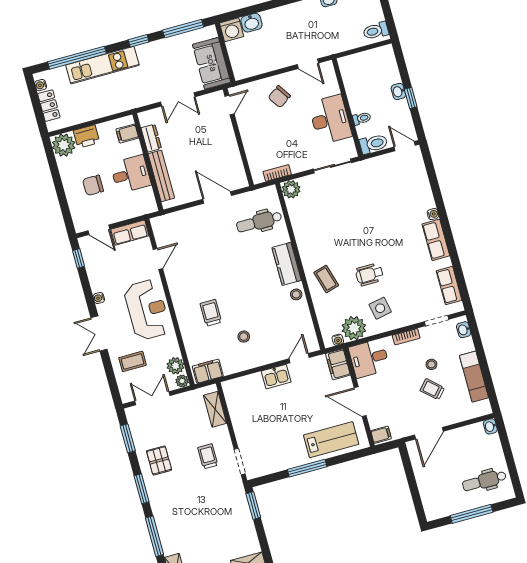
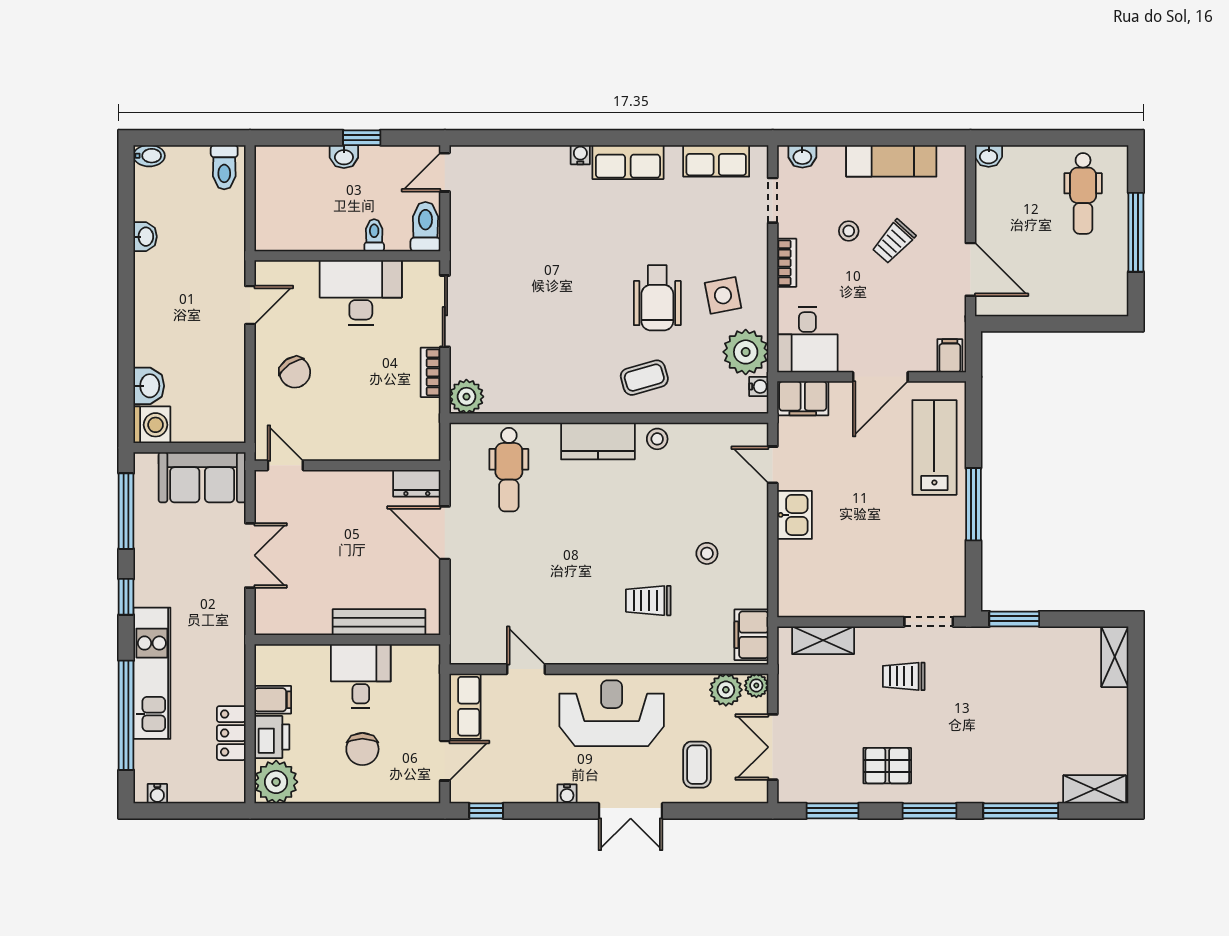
locker: (49, 106) -> (231, 733), moved, turned -90
filing cabinet: (127, 134) -> (273, 700), moved, turned -90
dresser: (151, 138) -> (417, 483), moved, turned 180
bookcase: (277, 173) -> (431, 372), moved
door: (217, 197) -> (445, 533), hinge flipped
wheelchair: (369, 274) -> (657, 298), width x1.36, depth x1.37

